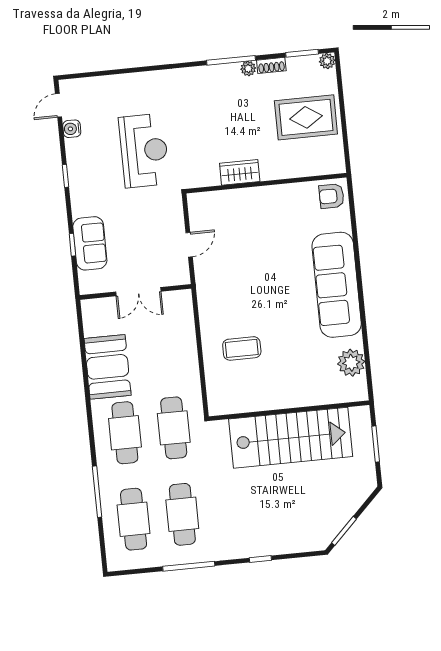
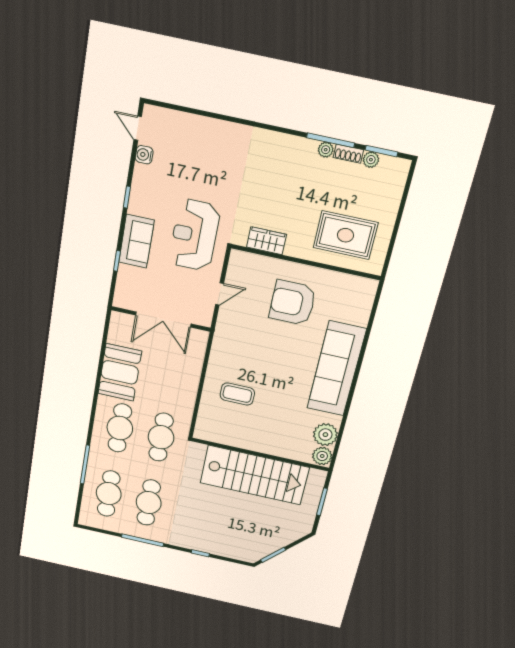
window: (231, 60) -> (331, 140), moved
plant: (327, 61) -> (371, 160), moved
door: (58, 105) -> (138, 128), hinge flipped
rug: (306, 117) -> (346, 235), moved
reception desk: (144, 151) -> (195, 235), moved, turned 180
wardrobe: (240, 172) -> (266, 241), moved
armchair: (332, 196) -> (293, 303), moved, width x1.88, depth x1.88
sofa: (90, 243) -> (136, 241), moved
double door: (138, 292) -> (163, 319), width x1.37
plant: (357, 389) -> (322, 456), added

